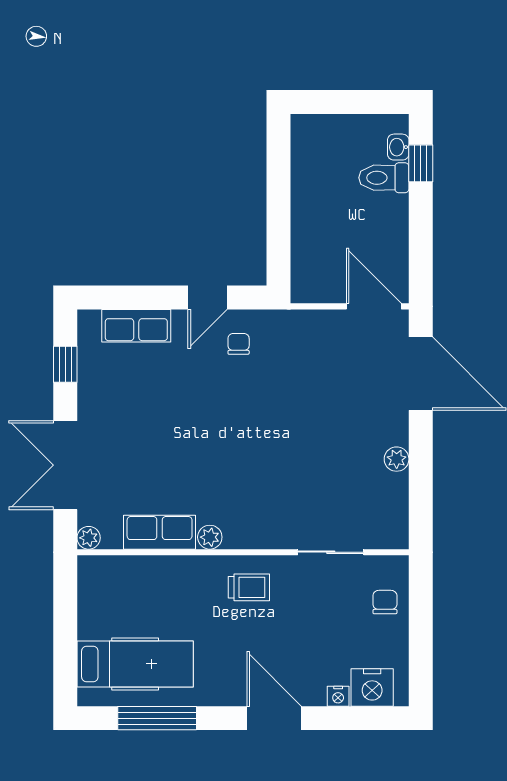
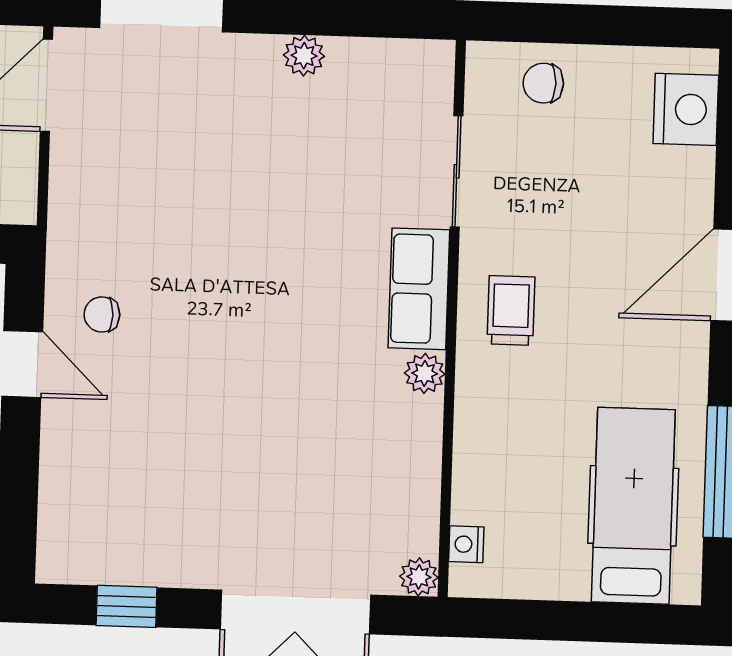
row of seats: (136, 326) -> (66, 485), removed
row of seats: (160, 532) -> (419, 289), moved
nightstand: (338, 696) -> (466, 544), moved, turned 180

